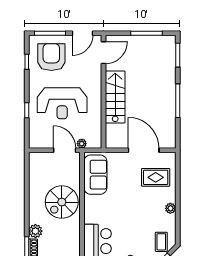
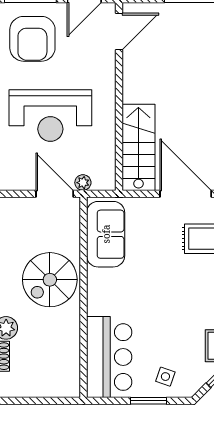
armchair: (51, 57) -> (32, 39), turned 180
stairs: (115, 97) -> (138, 147), moved

